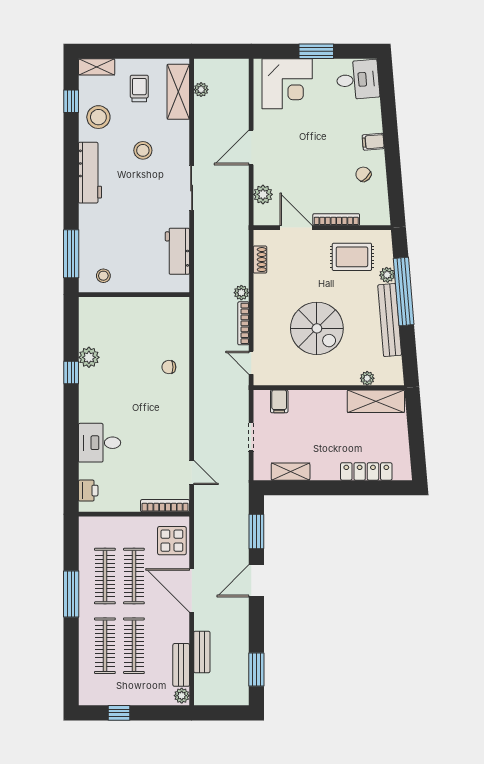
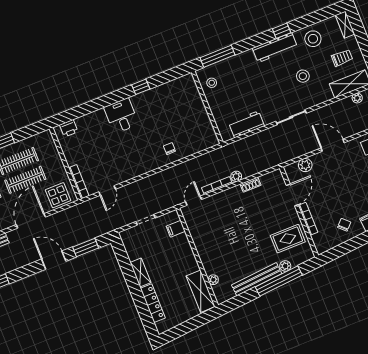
window: (71, 101) -> (282, 31), moved
rug: (352, 257) -> (288, 239), turned 90
shoe rack: (260, 260) -> (250, 185), moved
spiral stairs: (317, 328) -> (233, 234), removed
plant: (89, 357) -> (155, 94), removed
desk: (100, 443) -> (121, 116), moved
shelving: (291, 472) -> (140, 273), moved

